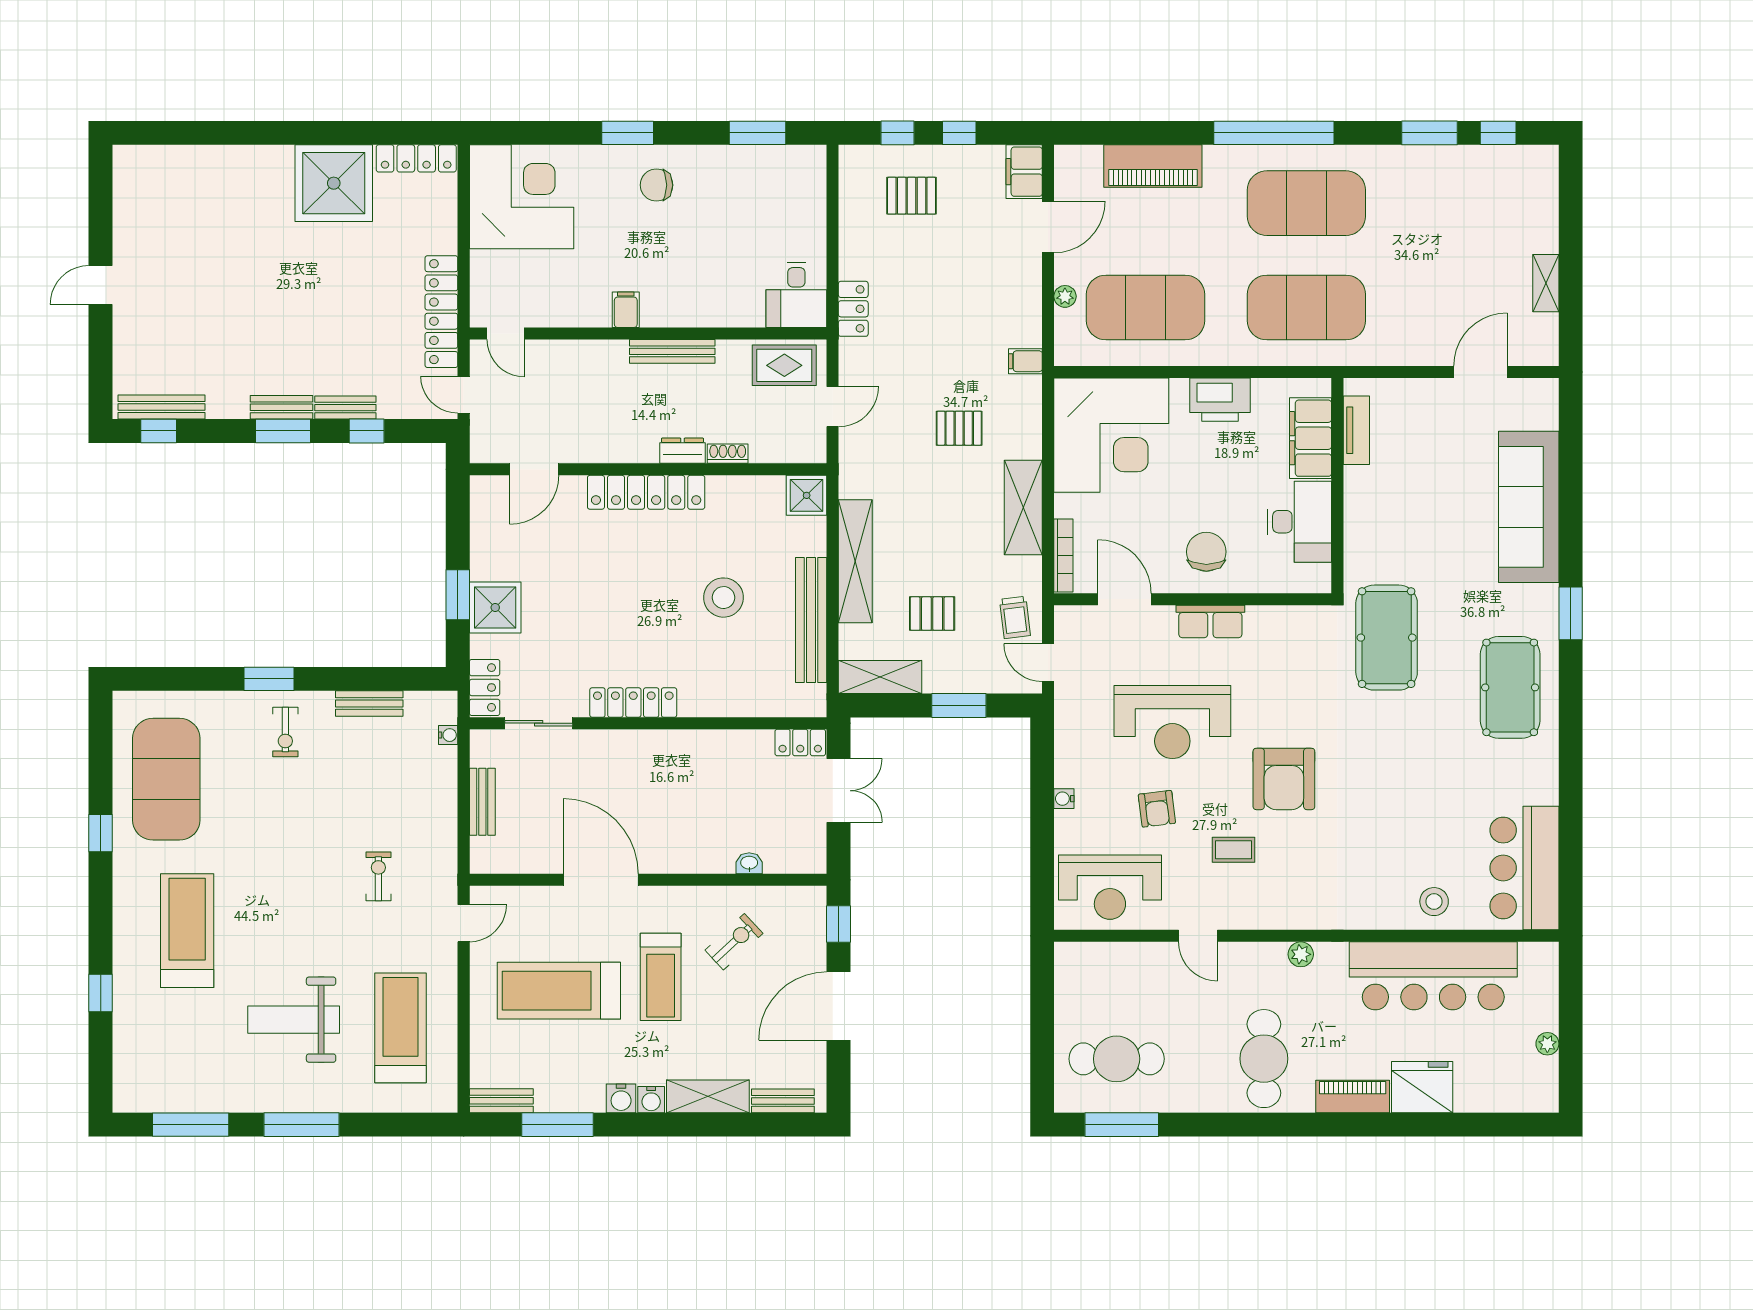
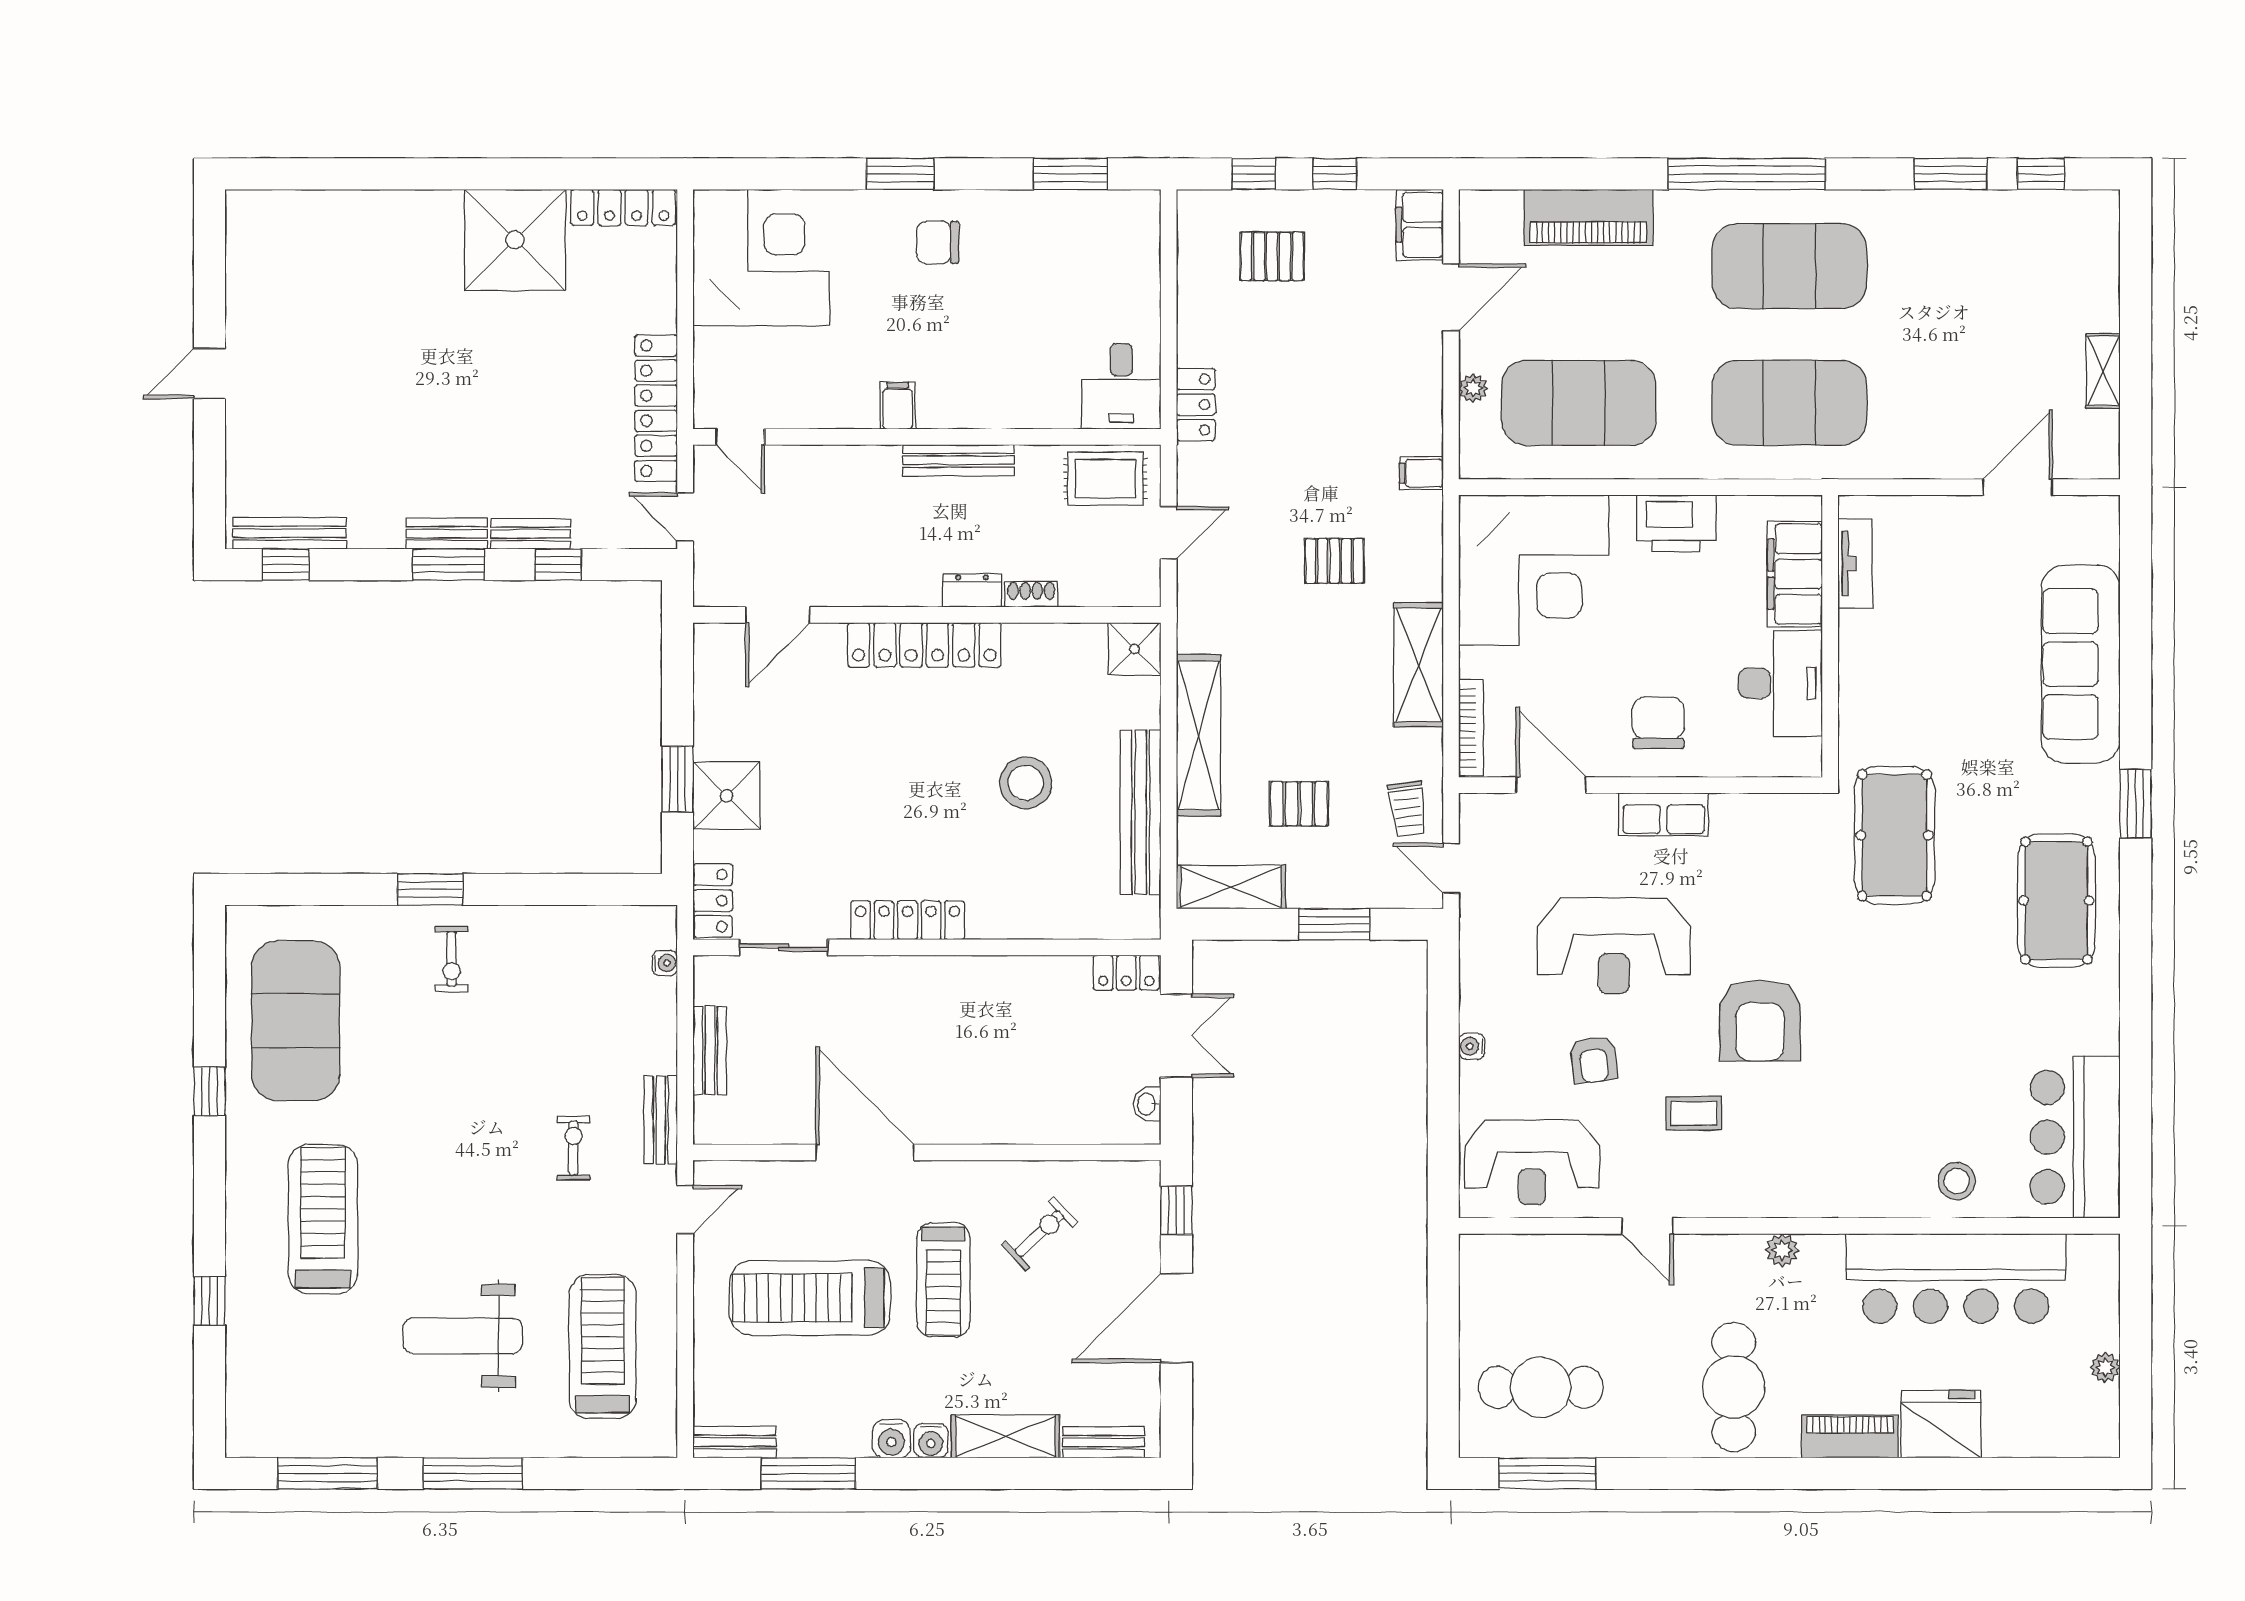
bench: (369, 704) -> (661, 1120), moved, turned 90
washbasin: (749, 863) -> (1147, 1104), moved, turned -90

